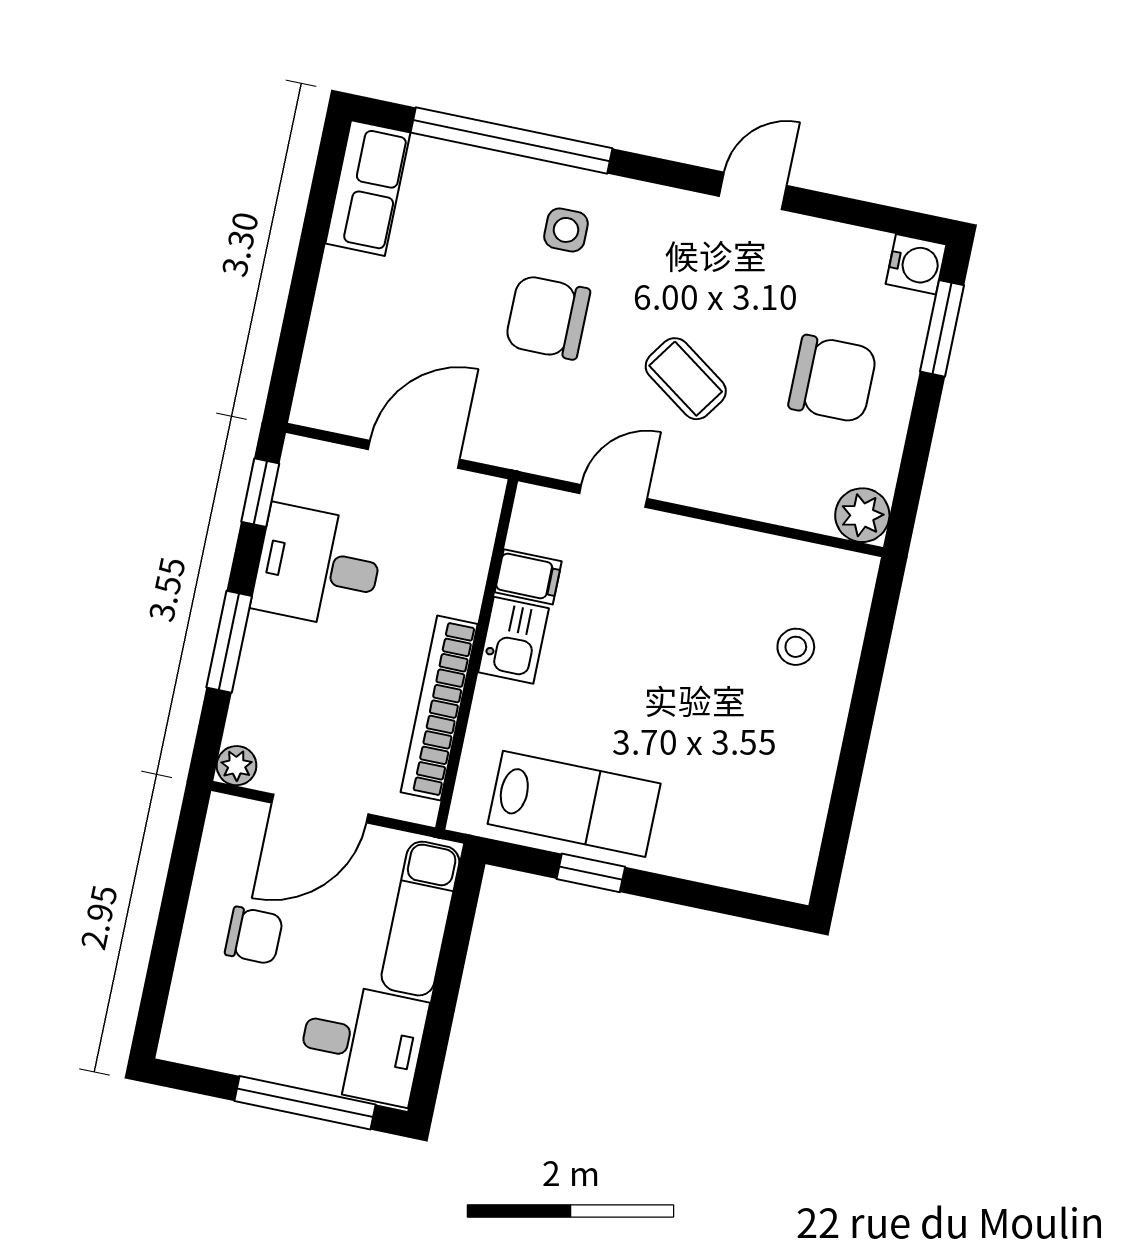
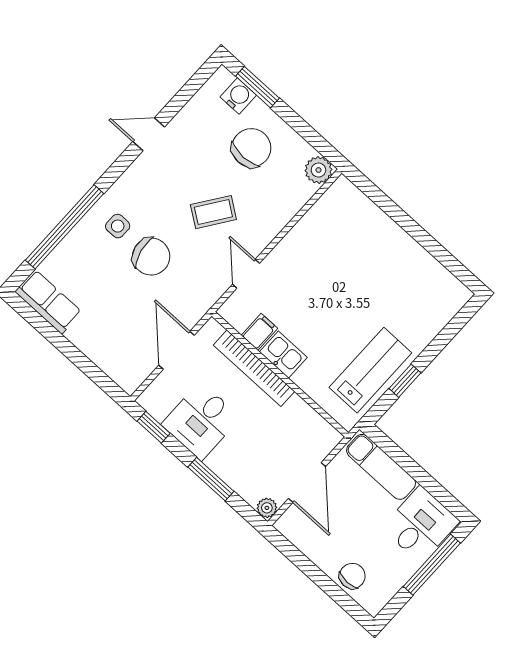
door: (753, 191) -> (149, 134), hinge flipped
water cooler: (916, 264) -> (238, 96), moved
chair: (548, 317) -> (151, 257), turned -102
stool: (796, 647) -> (359, 233), removed
bookcase: (439, 708) -> (254, 368), moved
chair: (254, 935) -> (352, 576), moved

